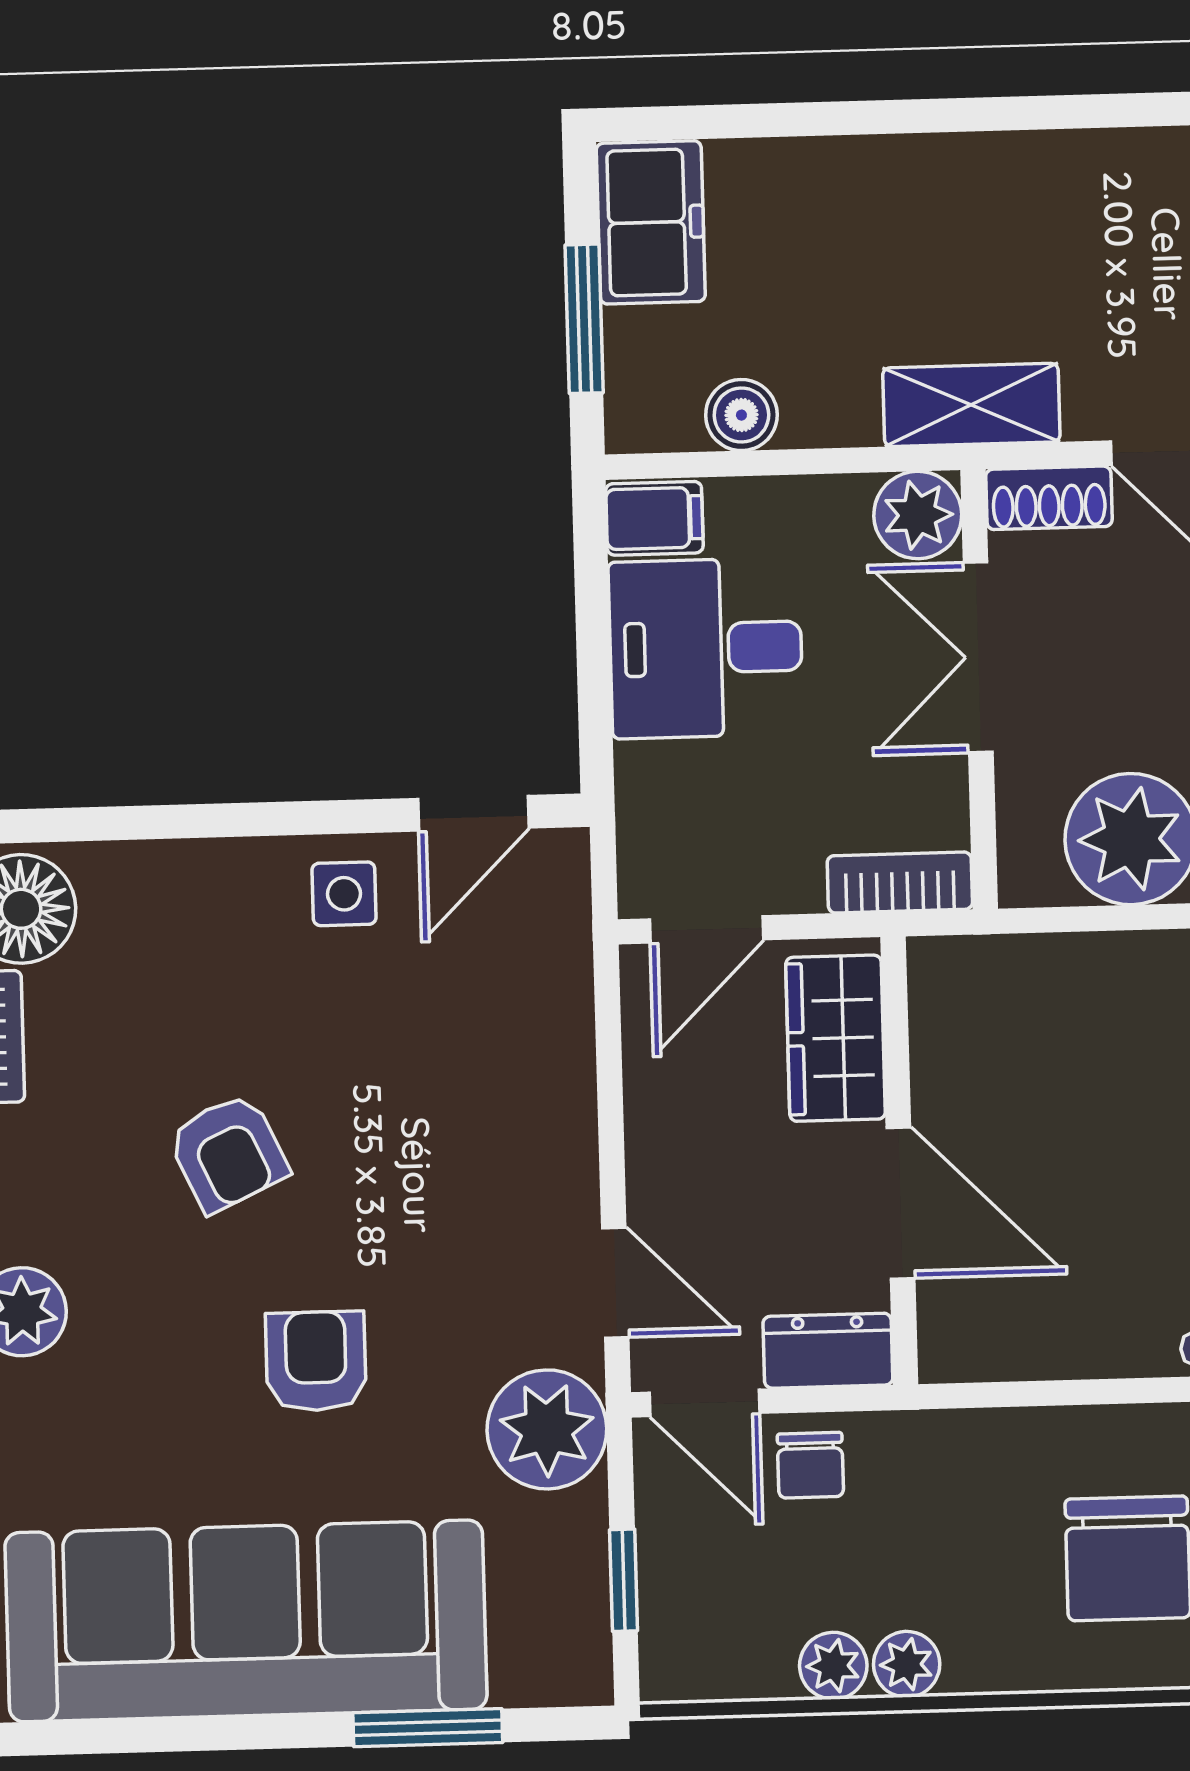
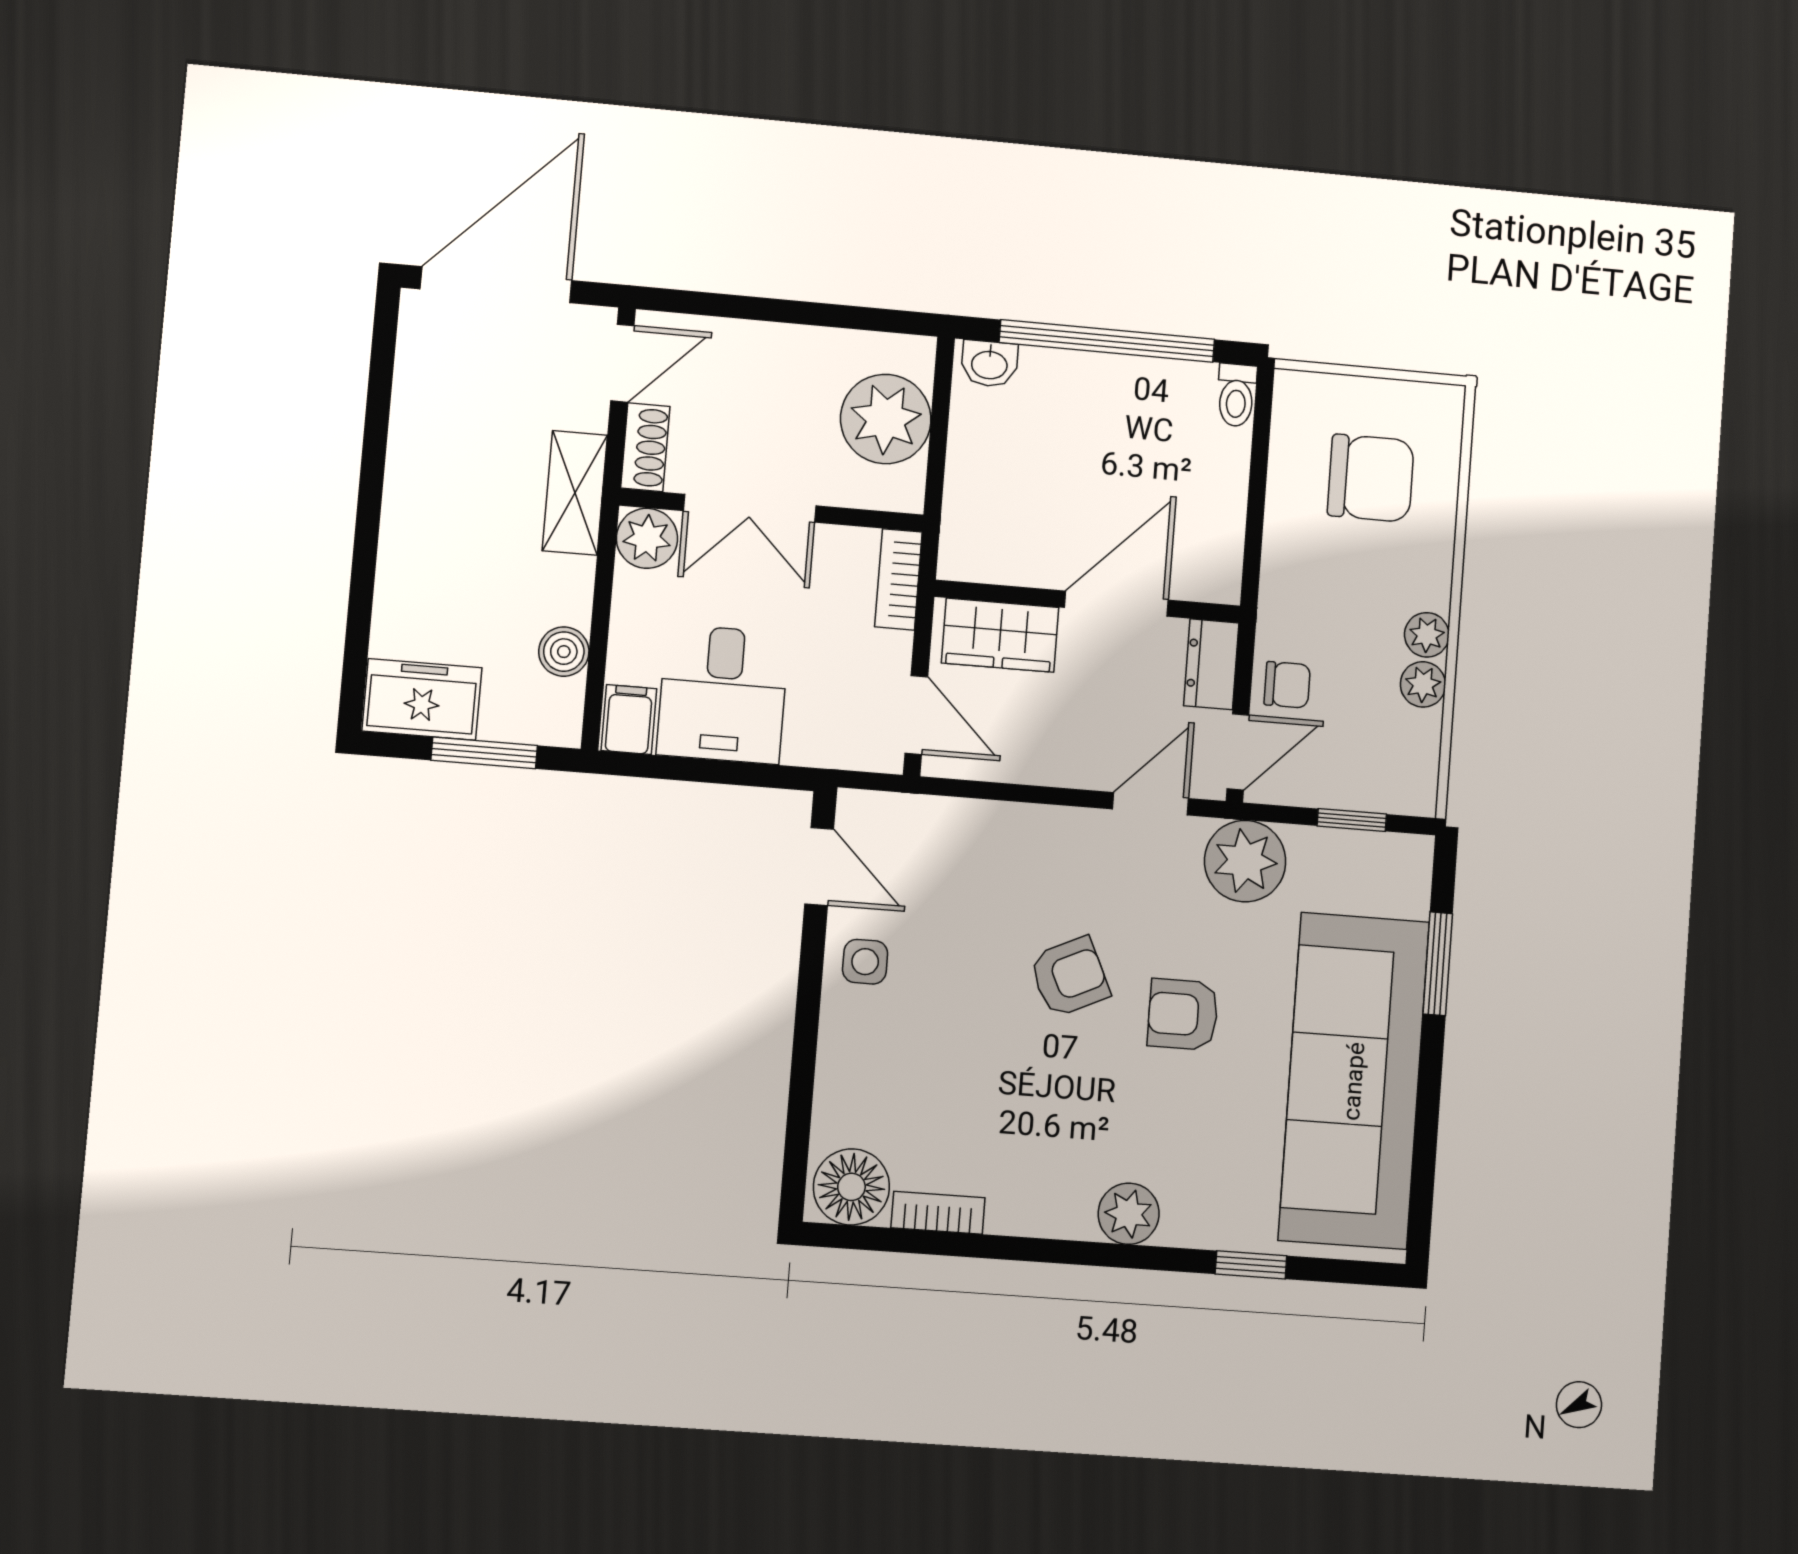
armchair: (228, 1153) -> (1070, 977), moved

